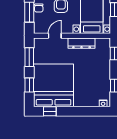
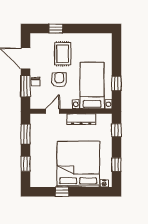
bed: (54, 85) -> (78, 164), moved
window: (50, 111) -> (62, 192), moved

